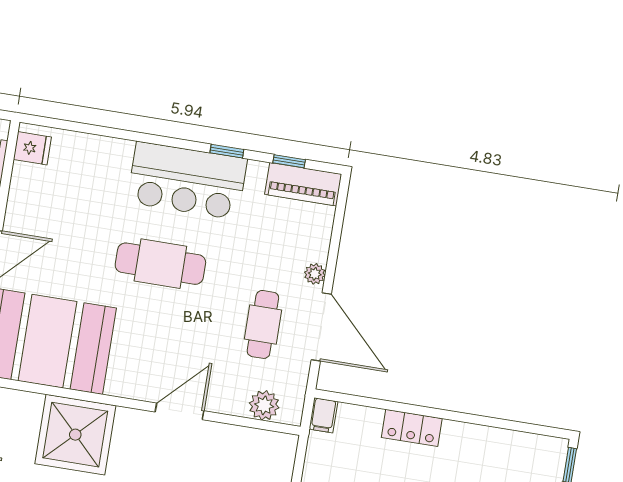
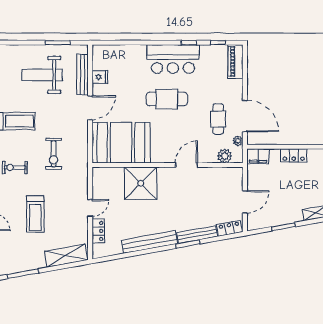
fridge: (32, 148) -> (100, 77), moved
piano: (303, 184) -> (235, 61), moved, turned 90
plant: (315, 274) -> (238, 141), moved
filing cabinet: (323, 415) -> (258, 156), width x2.00

